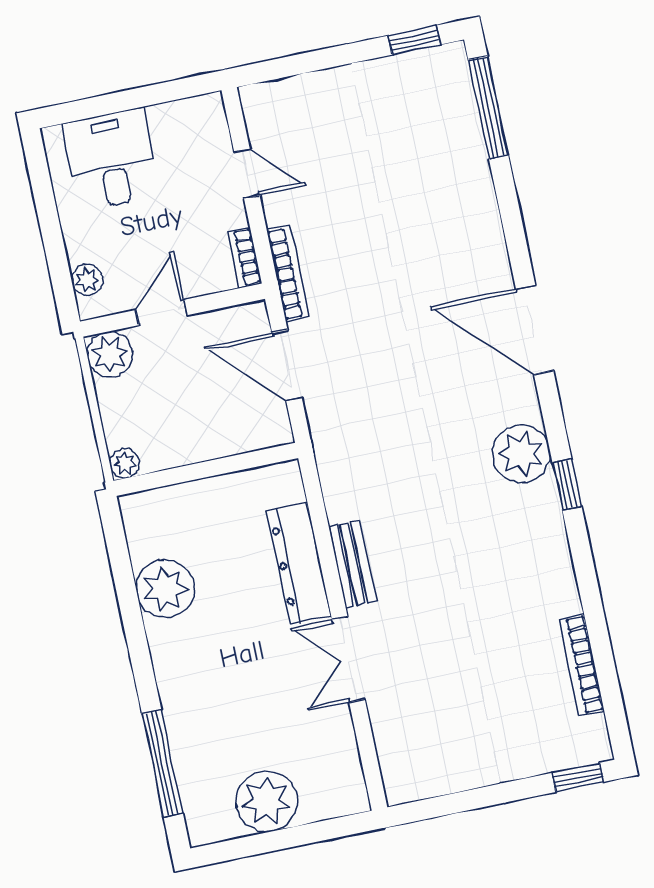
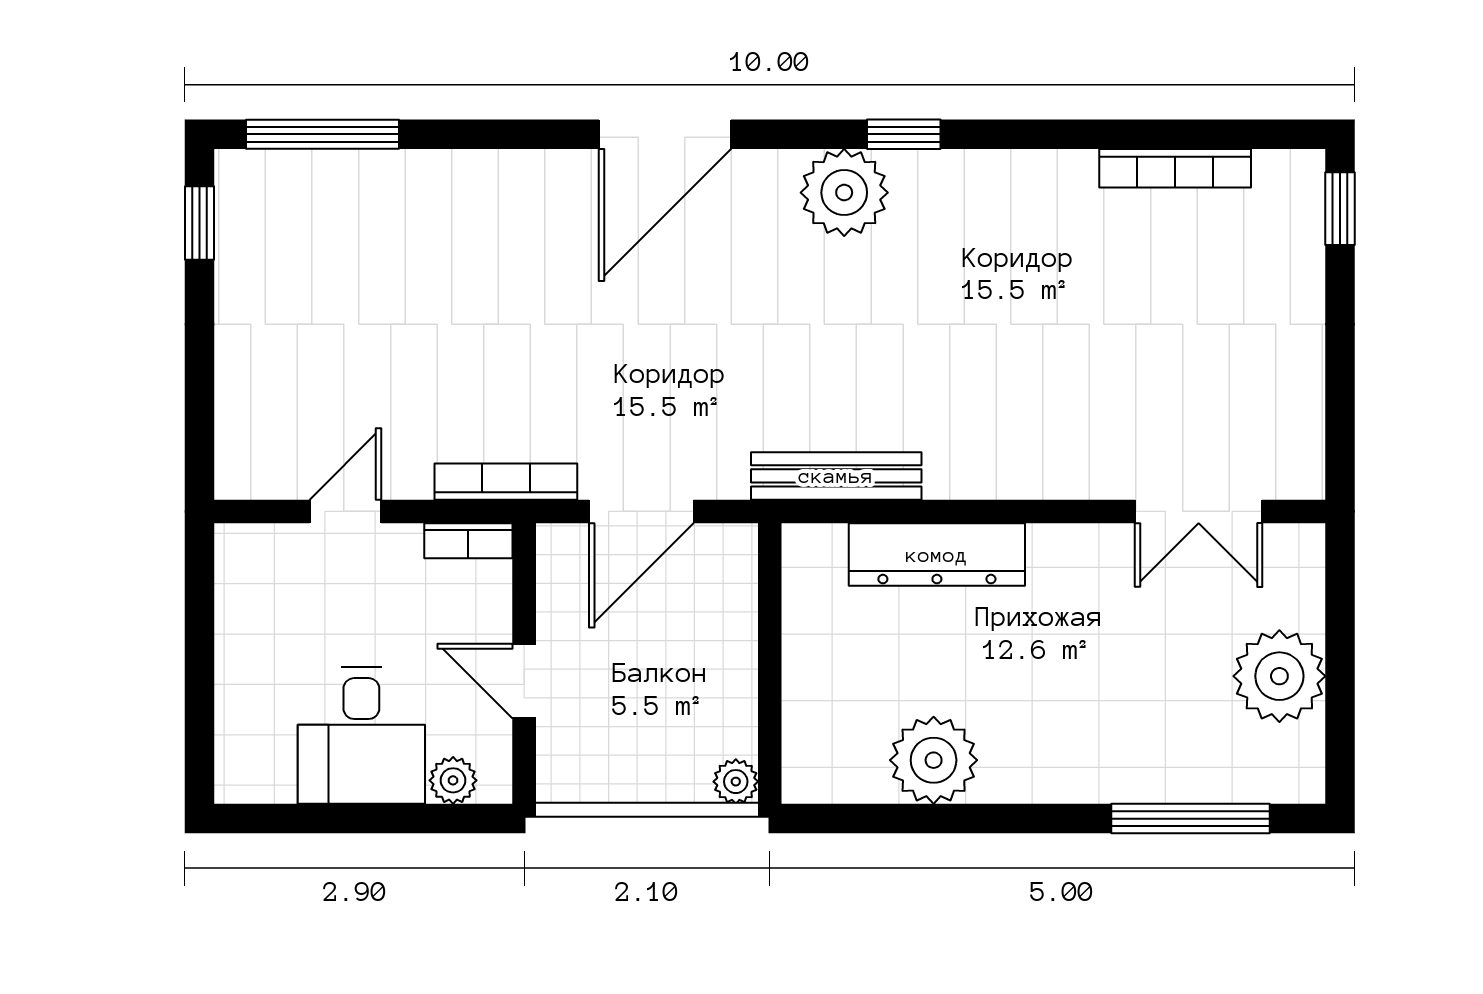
desk: (111, 160) -> (361, 735), moved, turned -90
plant: (110, 354) -> (570, 770), removed
bench: (353, 564) -> (836, 476), moved, width x1.36
double door: (348, 659) -> (1199, 511), moved

